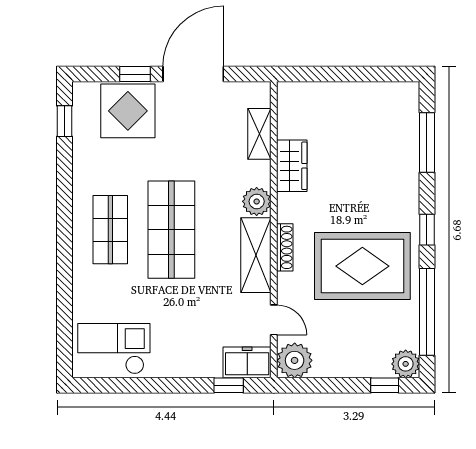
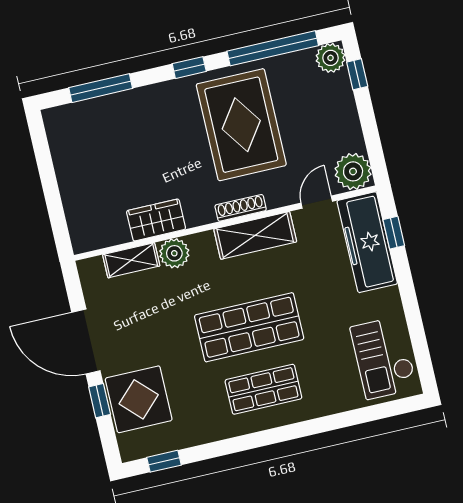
plant: (257, 201) -> (174, 253), moved
freezer: (247, 362) -> (367, 242), width x1.91, depth x1.26

